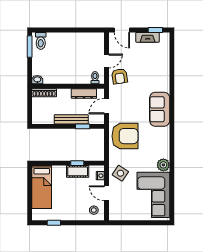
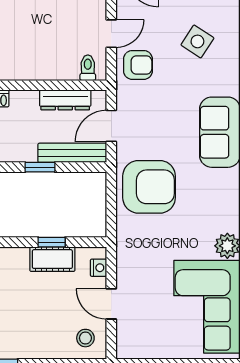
armchair: (120, 76) -> (138, 65), turned -81
bench: (71, 119) -> (72, 153), moved
window: (83, 126) -> (40, 167), moved
side table: (120, 173) -> (197, 41), moved

